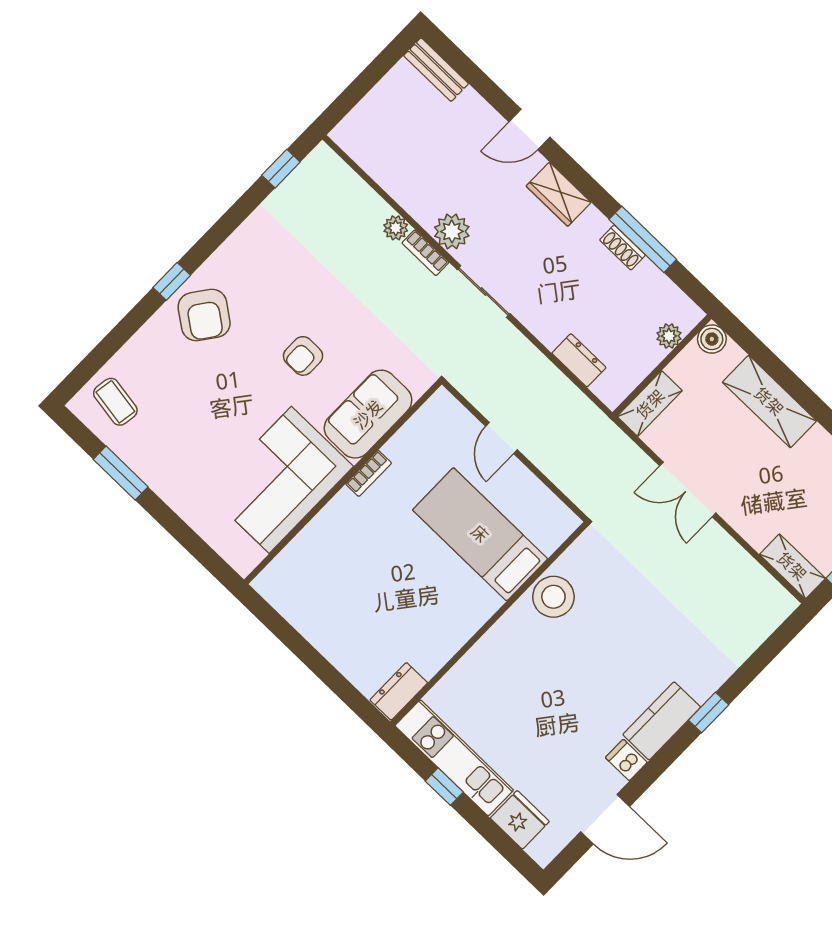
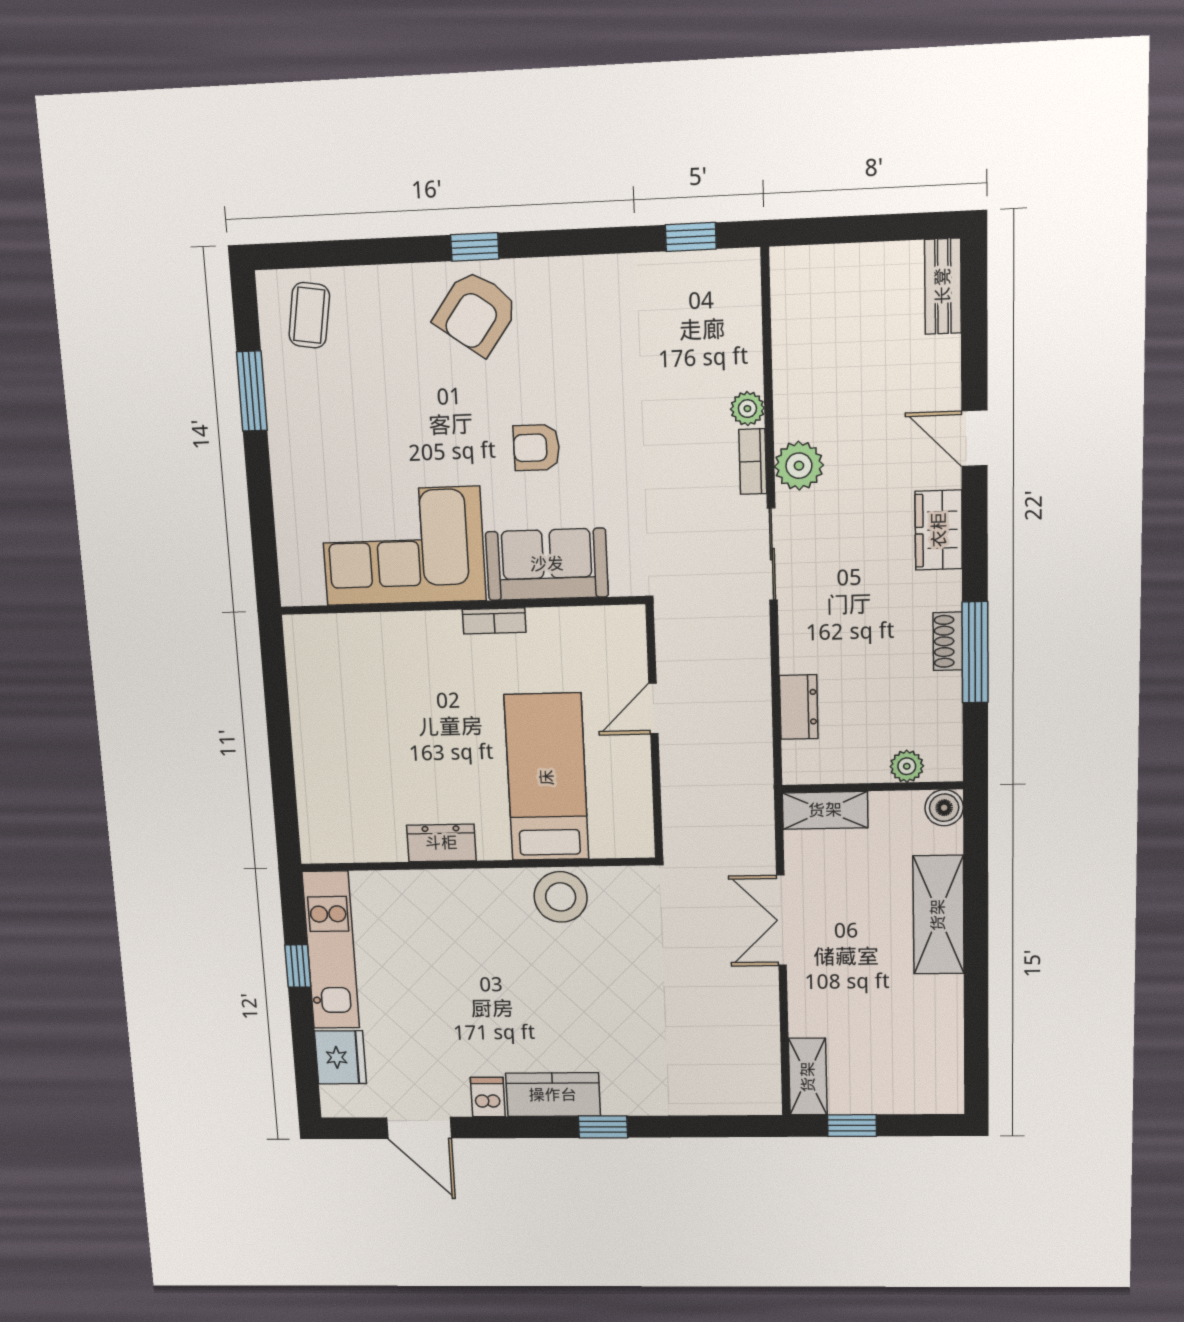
dresser: (399, 691) -> (441, 843), moved

